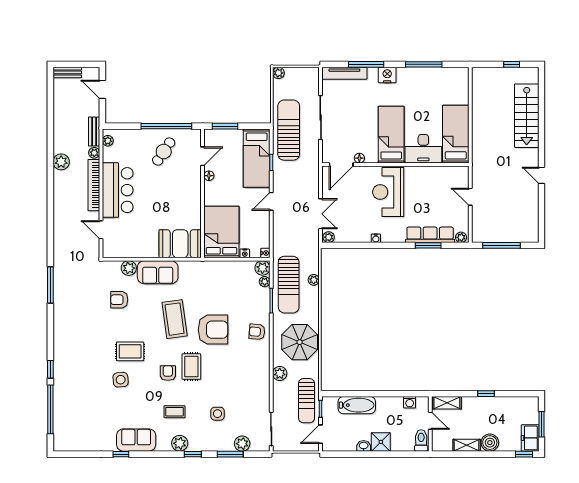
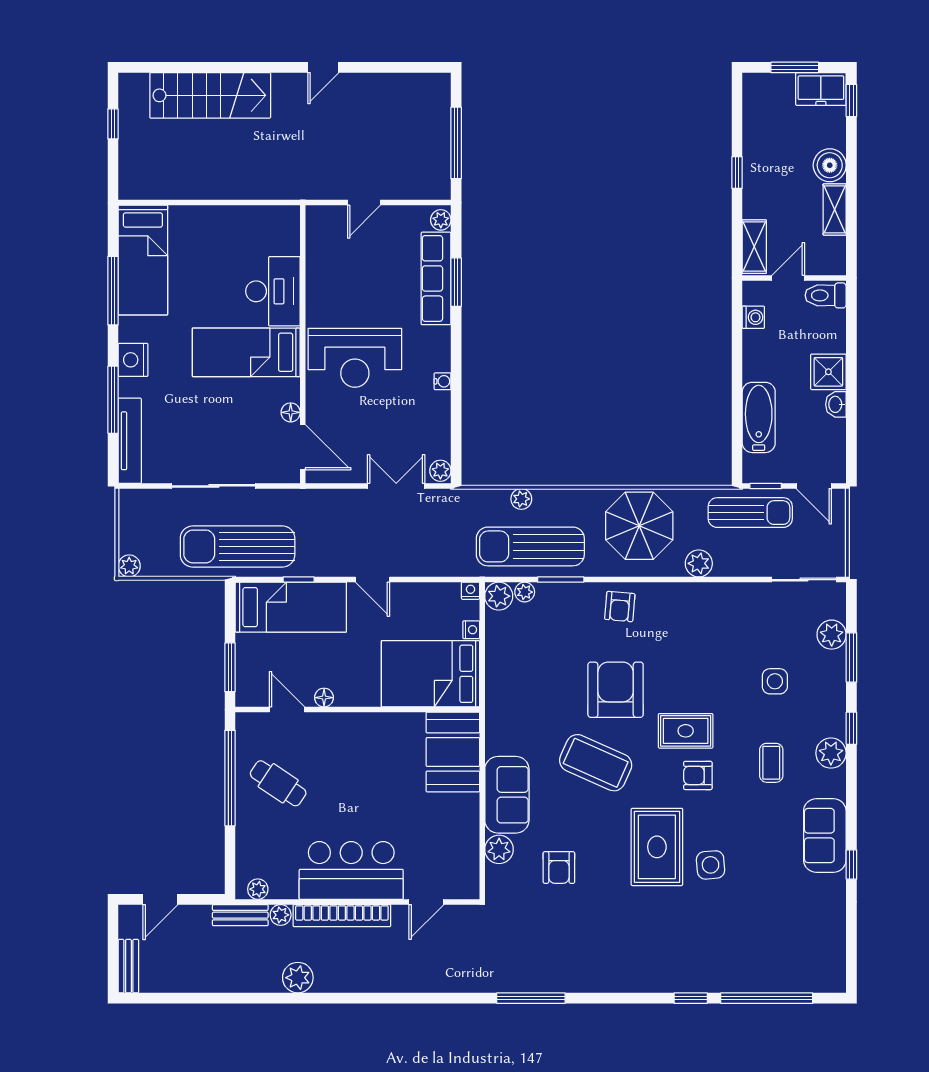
bed: (456, 134) -> (143, 260), moved, turned -90
sun lounger: (289, 285) -> (530, 546), turned 180
coffee table: (175, 319) -> (596, 763), turned 32
rug: (130, 351) -> (657, 847), width x1.36, depth x1.43

